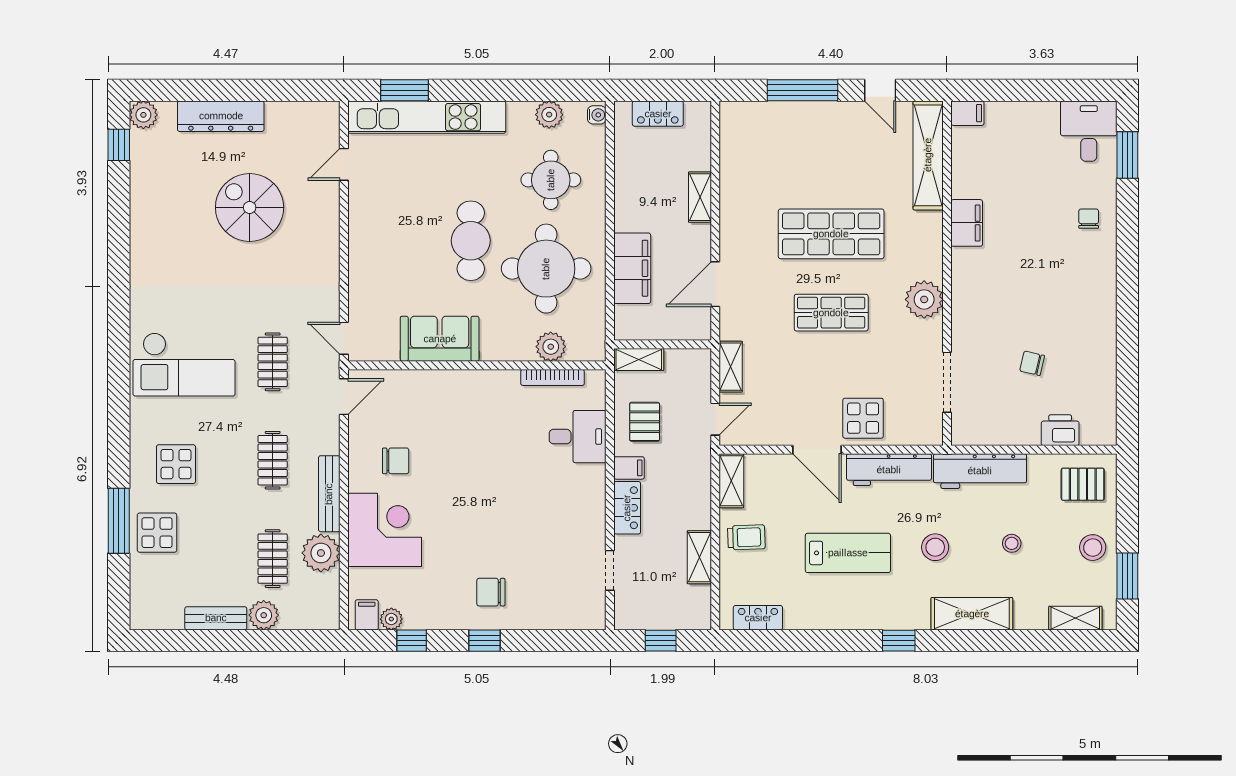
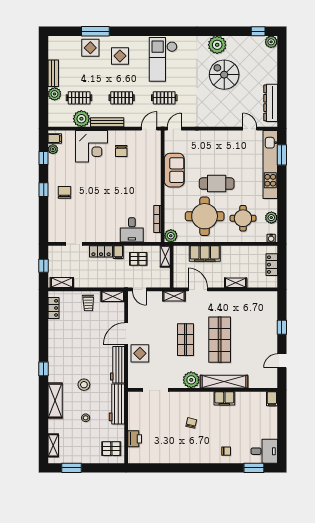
window: (803, 90) -> (282, 327), width x0.46
dresser: (221, 116) -> (271, 103), moved
shelving: (928, 155) -> (224, 382), moved
spiral stairs: (250, 207) -> (224, 75), moved, turned -90
plant: (150, 239) -> (217, 45), added
plant: (551, 347) -> (171, 236), moved
chair: (1032, 363) -> (191, 423), moved
shelving: (731, 367) -> (174, 296), moved
door: (344, 397) -> (149, 129), swing flipped
pallet: (1083, 484) -> (111, 449), turned 90
stool: (1093, 548) -> (84, 453), removed
lab bench: (848, 553) -> (81, 347), removed
shelving: (699, 557) -> (62, 283), moved

